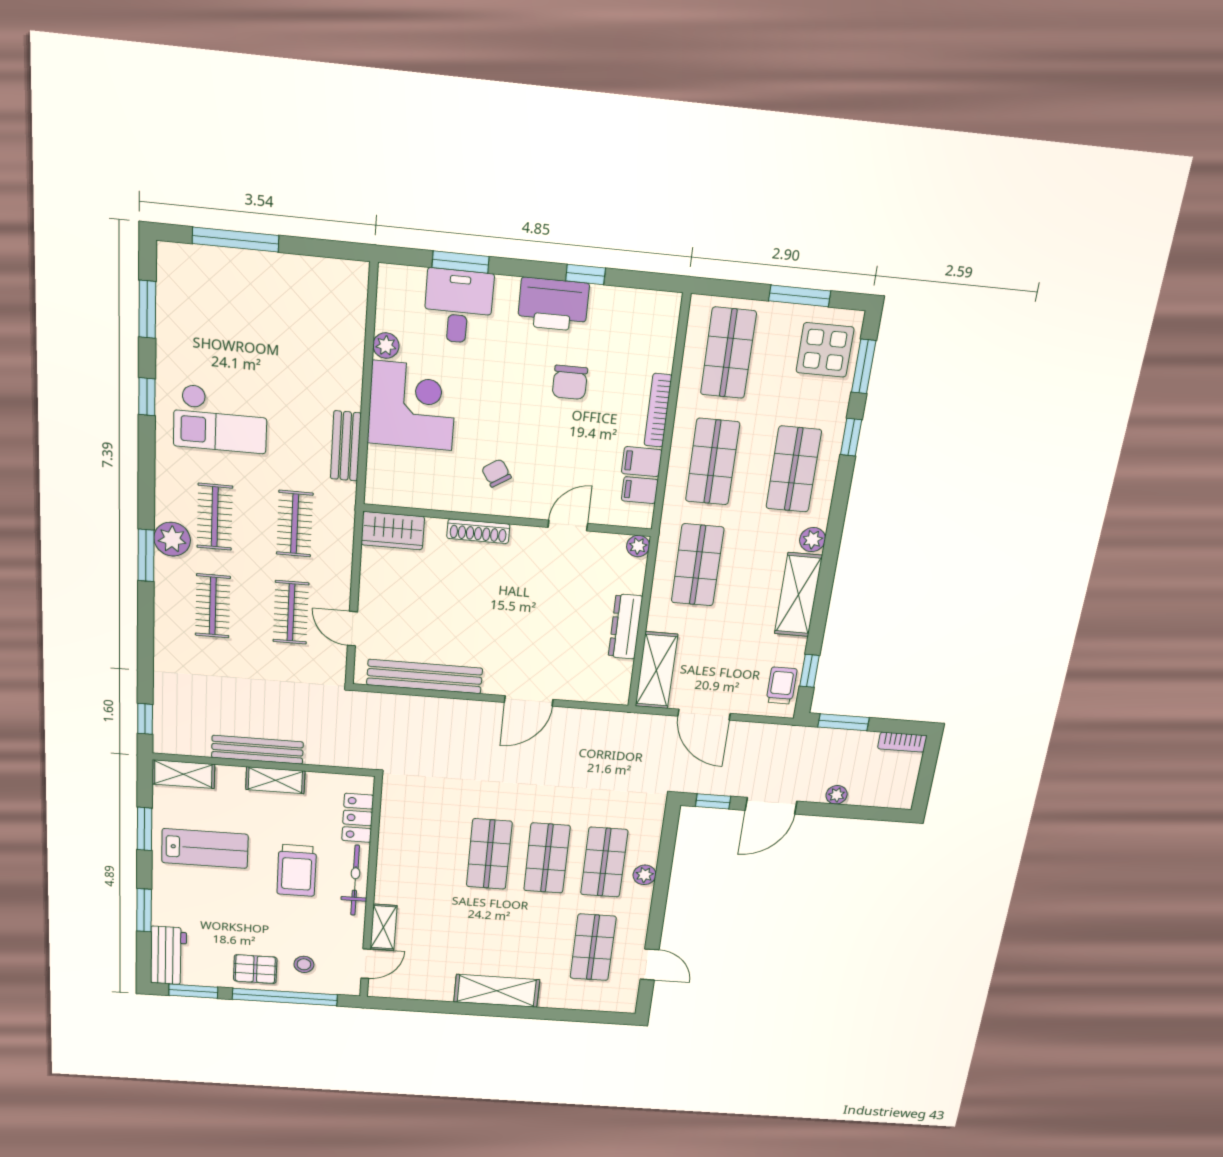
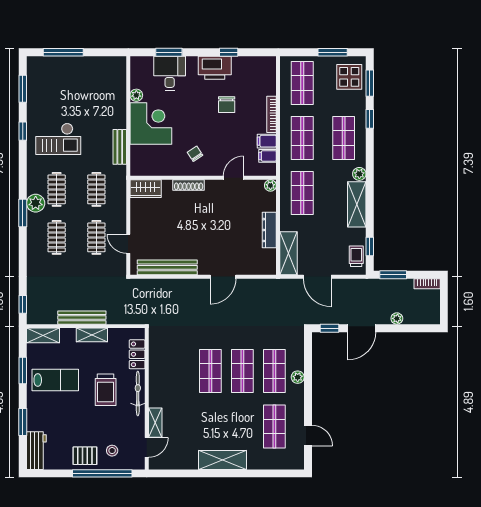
window: (193, 991) -> (51, 473), removed

